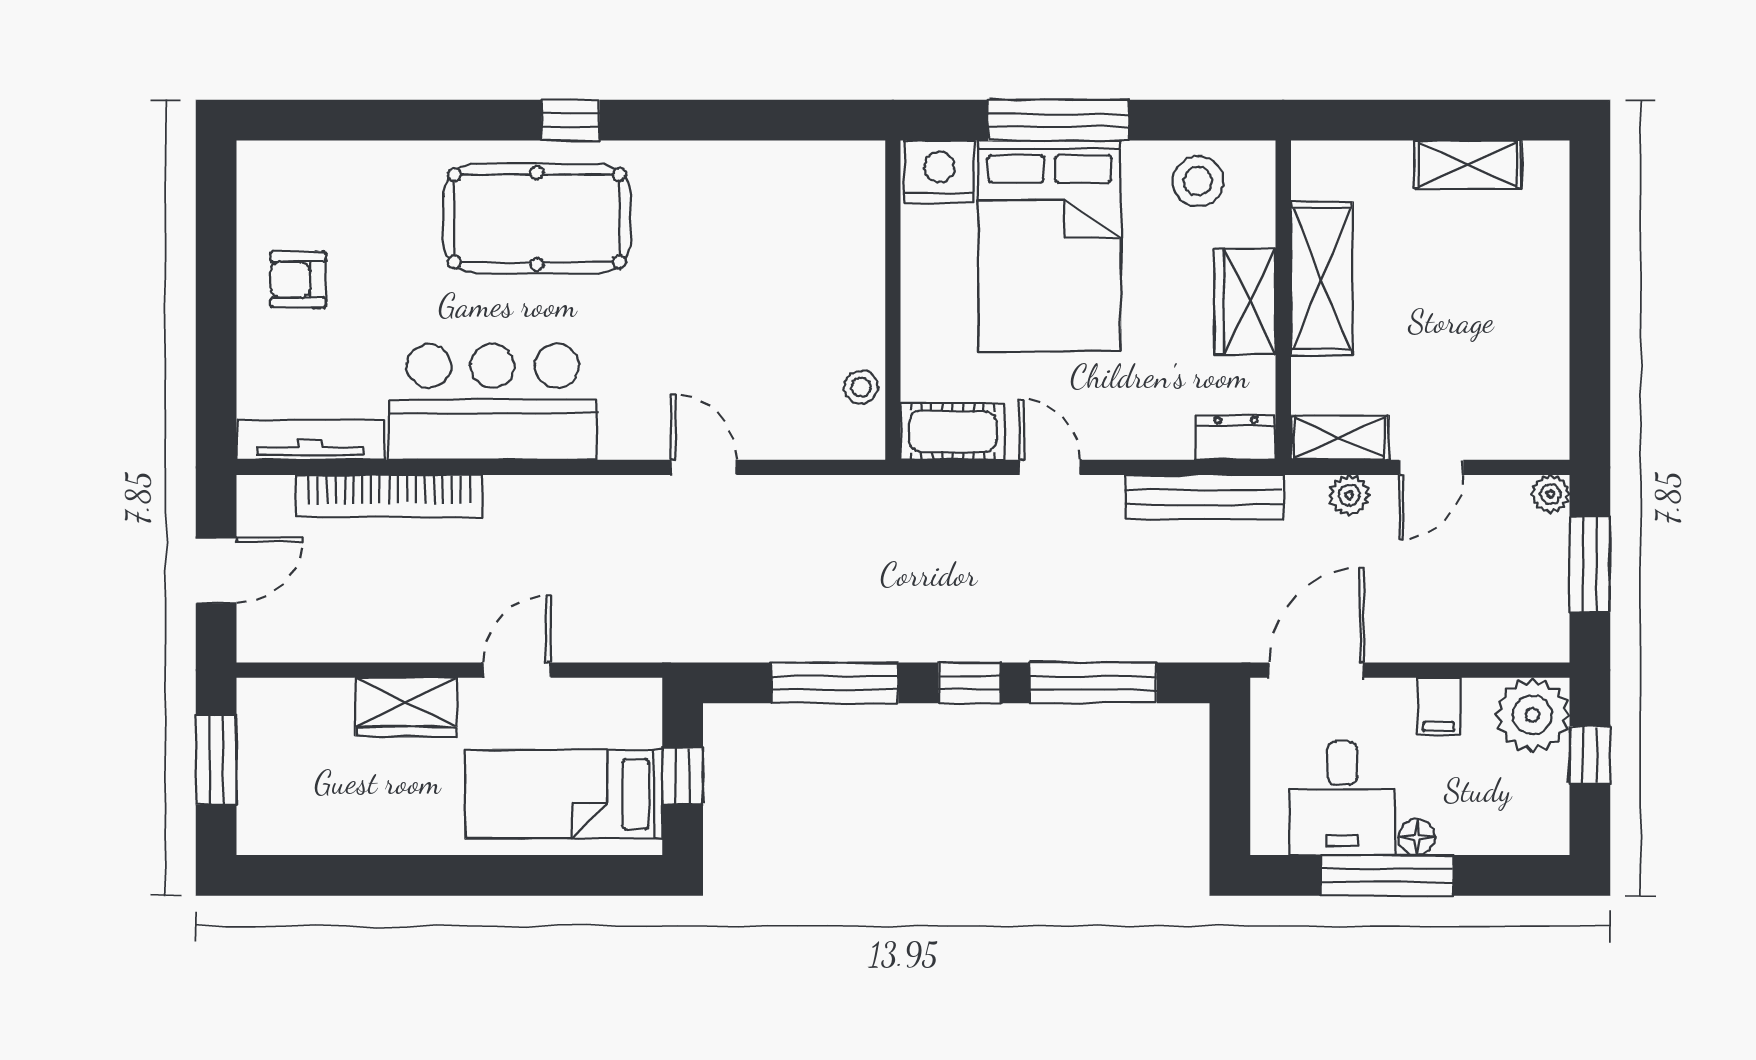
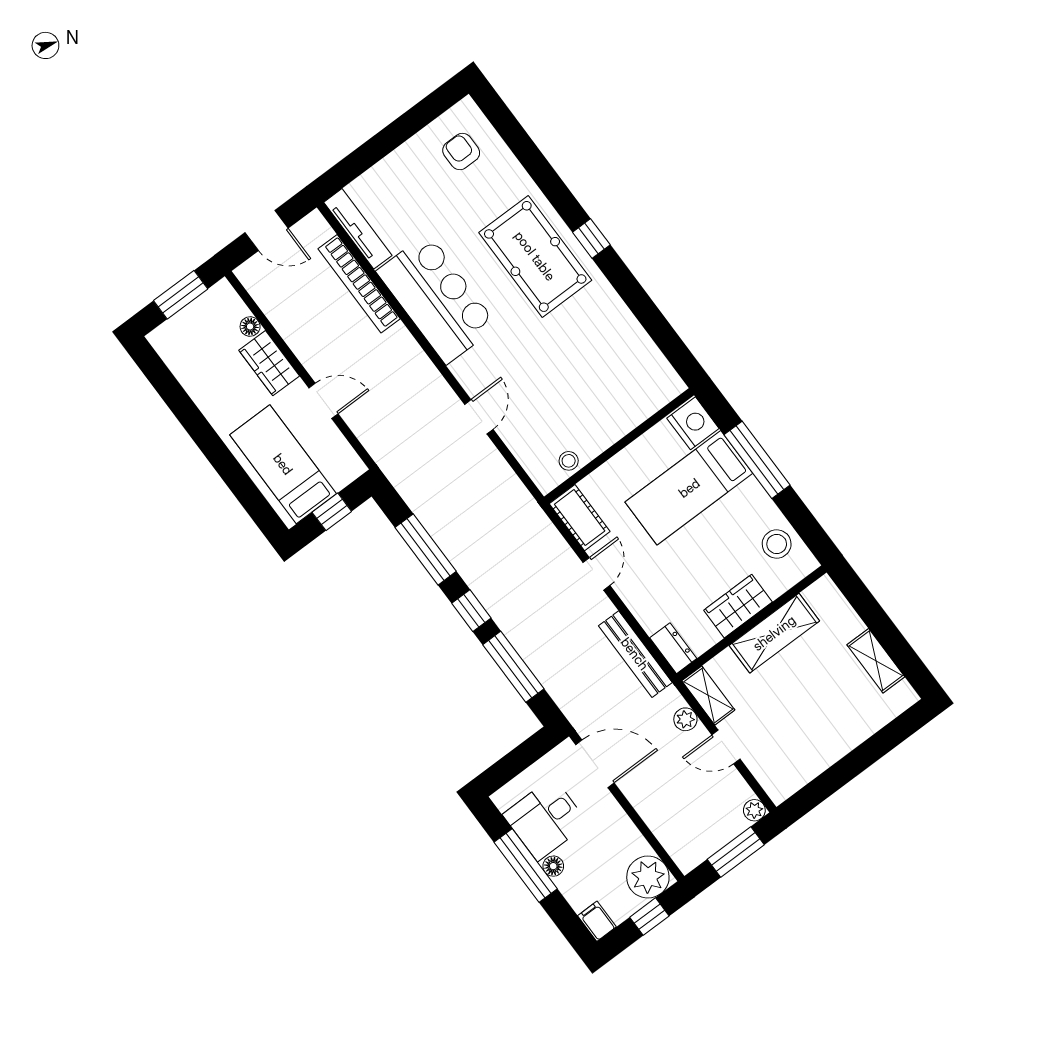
bed: (1049, 246) -> (689, 488), width x0.67
armchair: (298, 280) -> (461, 152), moved
floor lamp: (334, 695) -> (250, 327), added
filing cabinet: (1439, 706) -> (597, 921), moved, turned 90

